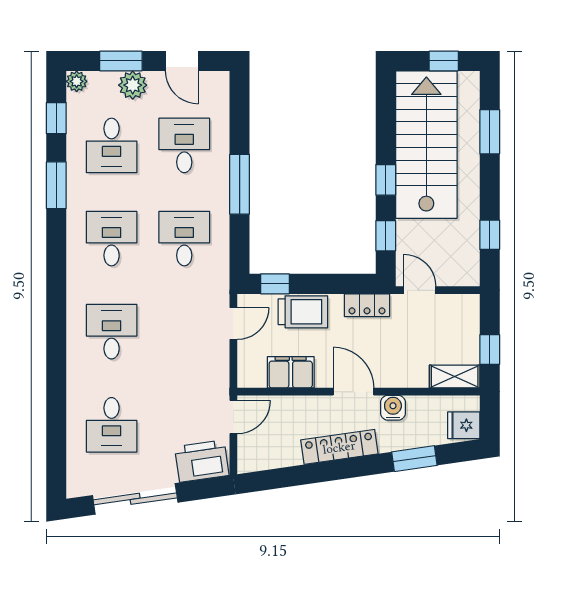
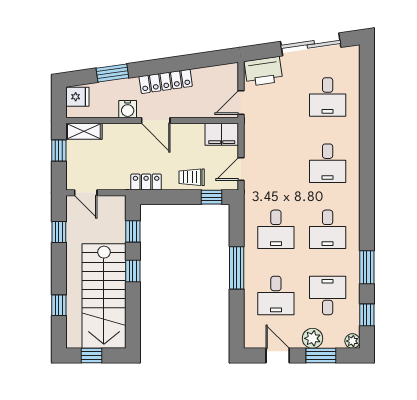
window: (490, 132) -> (59, 305), width x0.67
door: (420, 290) -> (86, 193), moved
trolley: (303, 312) -> (192, 177), width x0.73, depth x0.72
filing cabinet: (291, 372) -> (222, 134), moved
desk: (112, 425) -> (328, 97), turned 180

